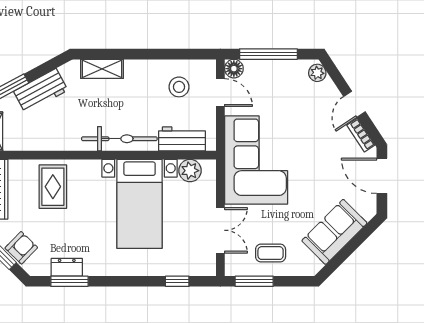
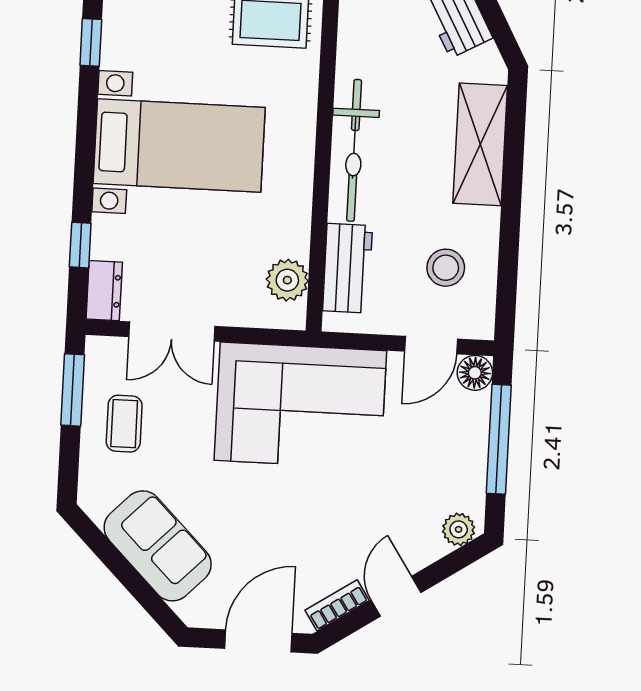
shelving: (102, 69) -> (480, 144), width x1.50, depth x1.33
door: (354, 104) -> (396, 596), hinge flipped
bed with nightstands: (140, 204) -> (179, 145), moved, turned 180
dresser: (67, 267) -> (104, 291), moved
window: (69, 281) -> (91, 42), width x0.67

